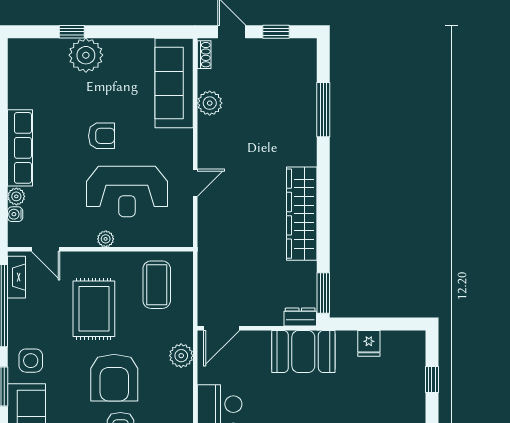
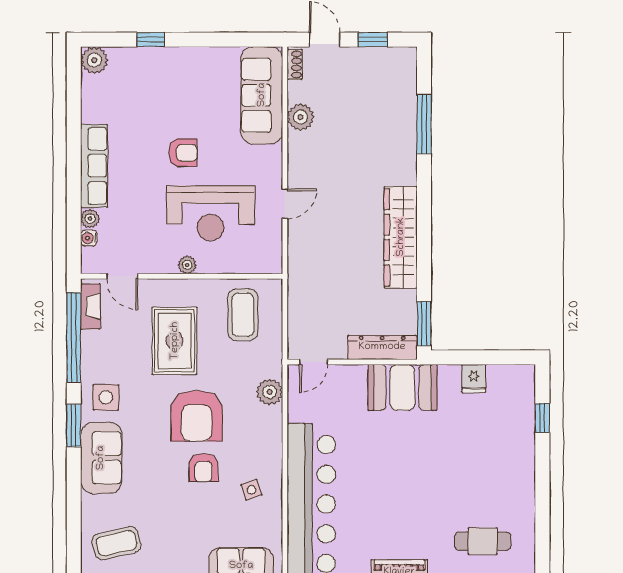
plant: (86, 55) -> (94, 60), moved, width x0.73, depth x0.73
dresser: (300, 317) -> (382, 347), width x1.96, depth x1.24
door: (222, 328) -> (313, 362), width x0.73

